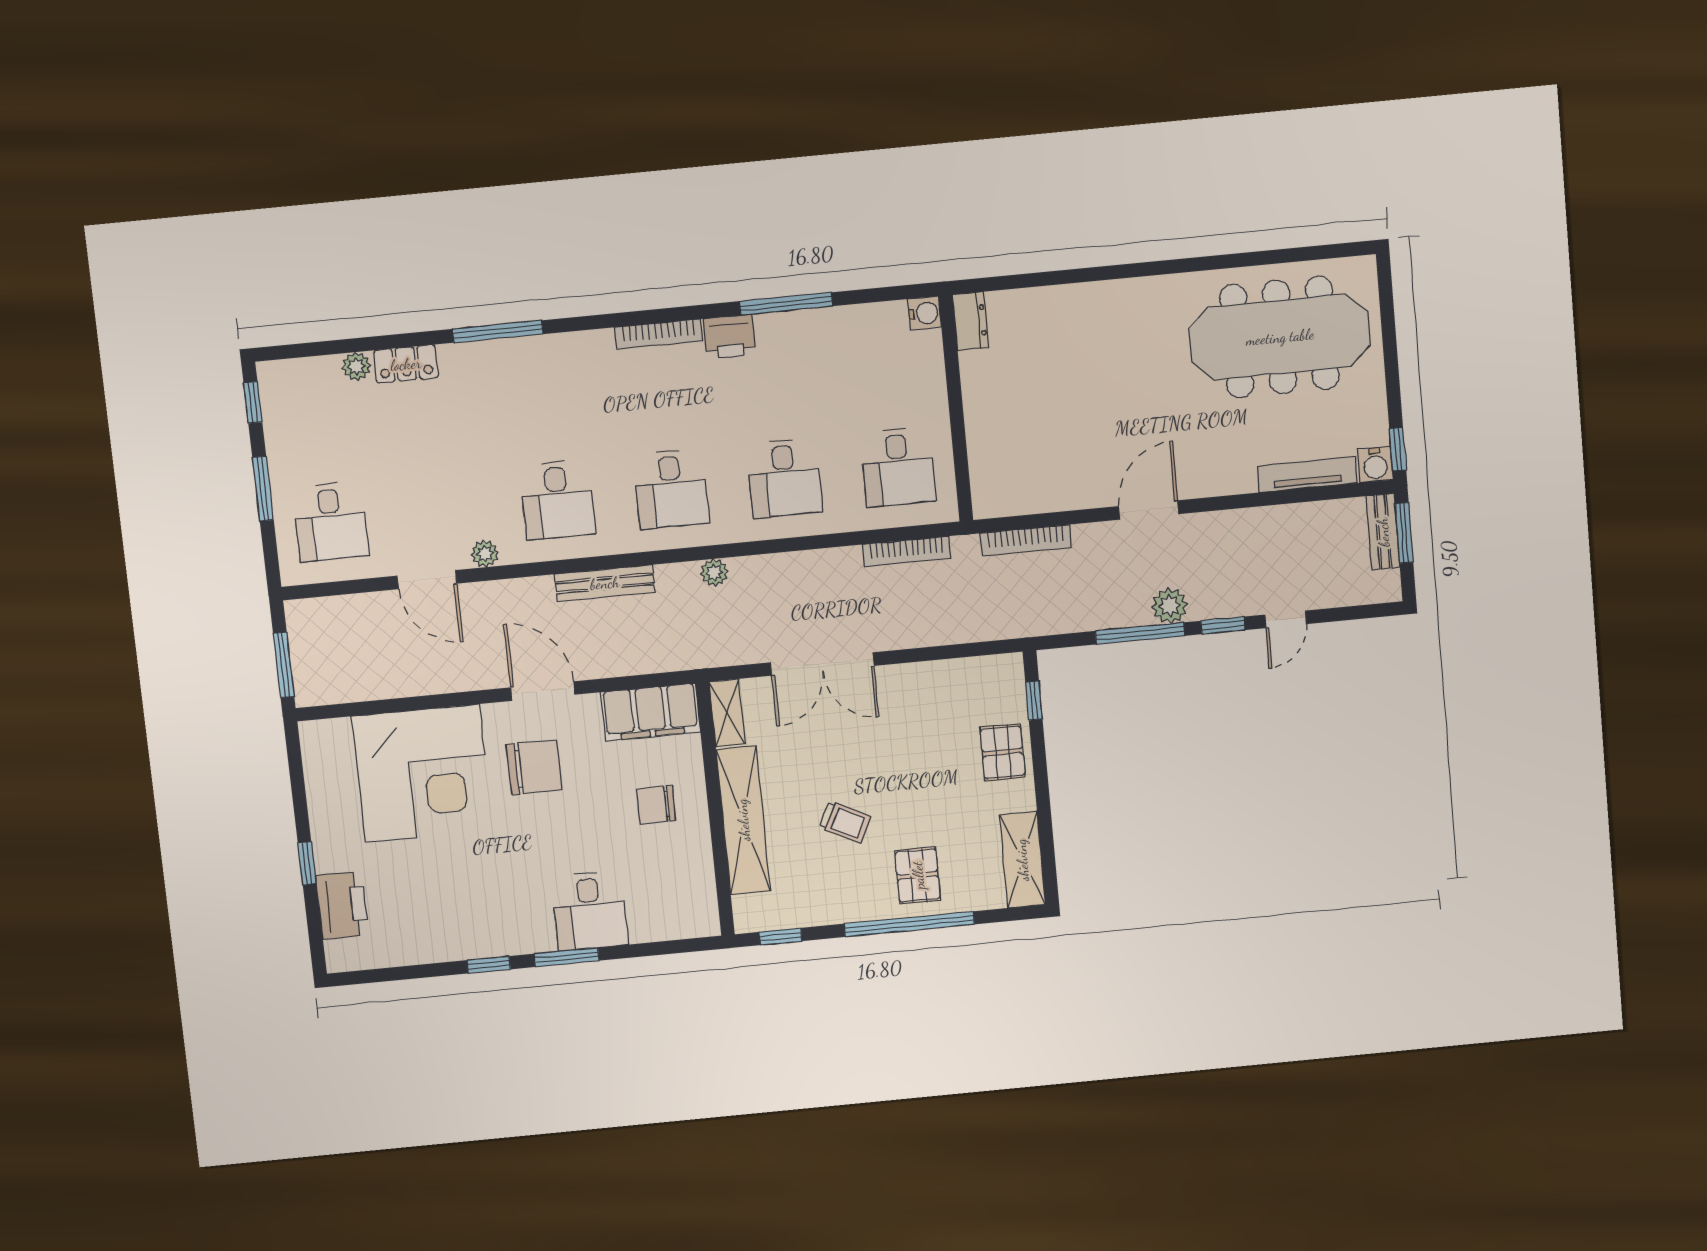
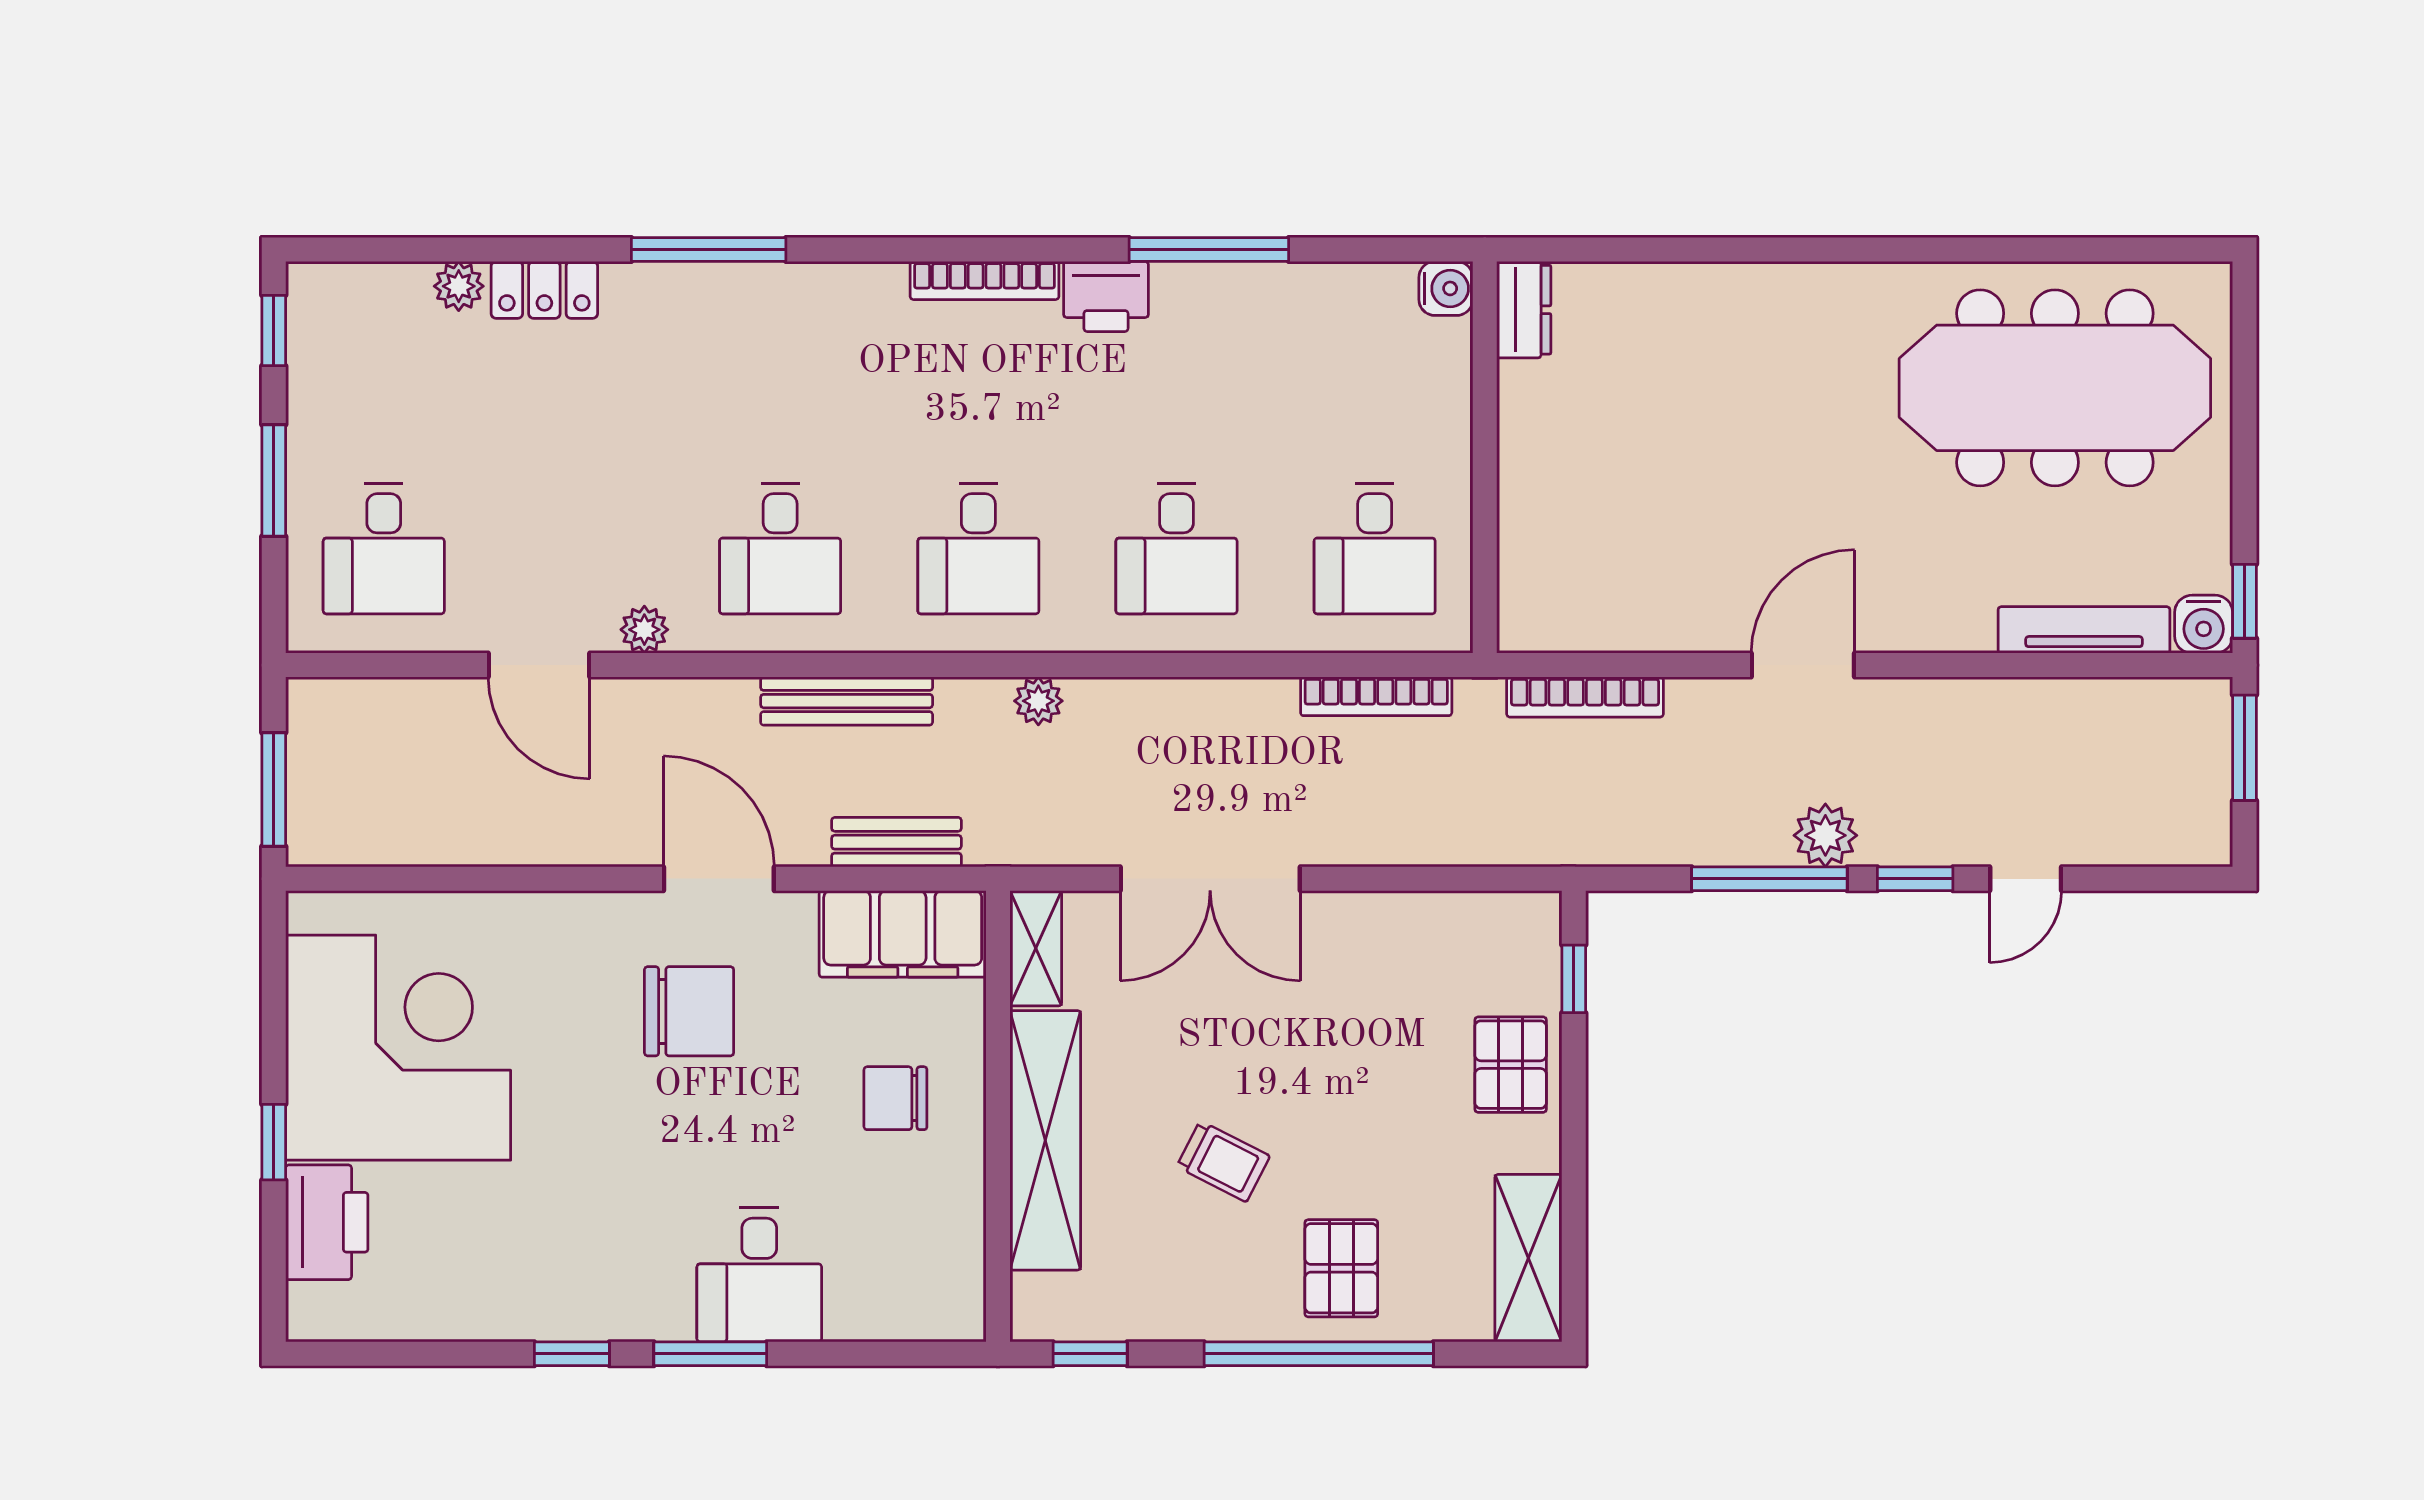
bench: (1383, 532) -> (896, 842), moved, turned 90
corner desk: (423, 773) -> (398, 1048), moved, turned -90

